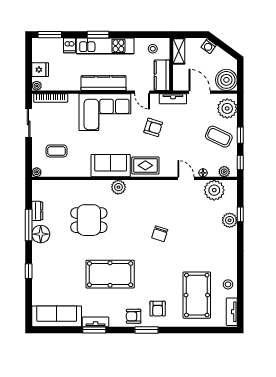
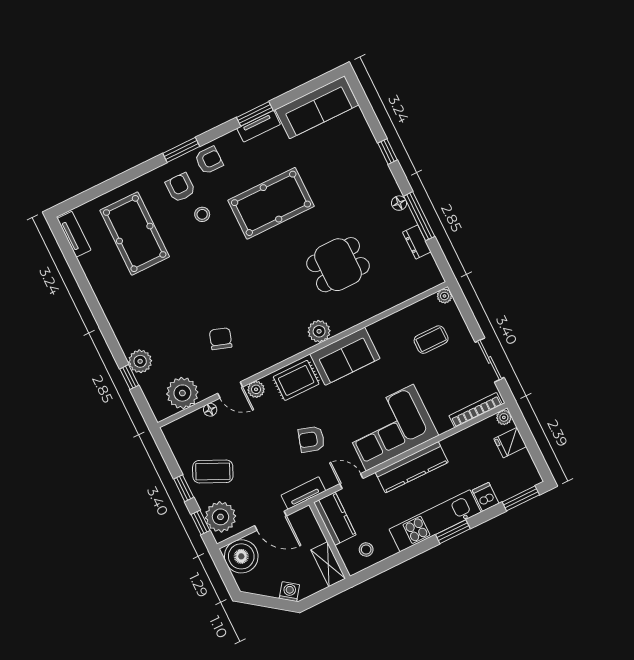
window: (240, 162) -> (201, 523), moved
plant: (224, 172) -> (256, 389), moved
floor lamp: (41, 234) -> (399, 203), width x0.53, depth x0.53
chair: (160, 234) -> (221, 339), moved
stool: (228, 284) -> (202, 214), moved

